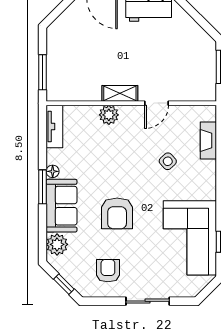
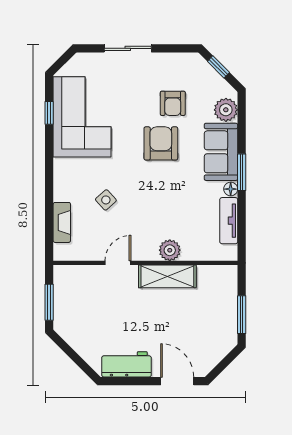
window: (43, 72) -> (242, 315), moved
shelving: (120, 93) -> (167, 276), width x1.50, depth x1.33
tv unit: (54, 126) -> (229, 221), moved
armchair: (108, 271) -> (173, 103), moved

